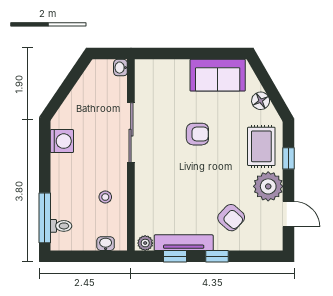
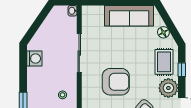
sofa: (218, 75) -> (129, 16), width x1.36
armchair: (197, 134) -> (116, 82), moved, width x1.88, depth x1.88

